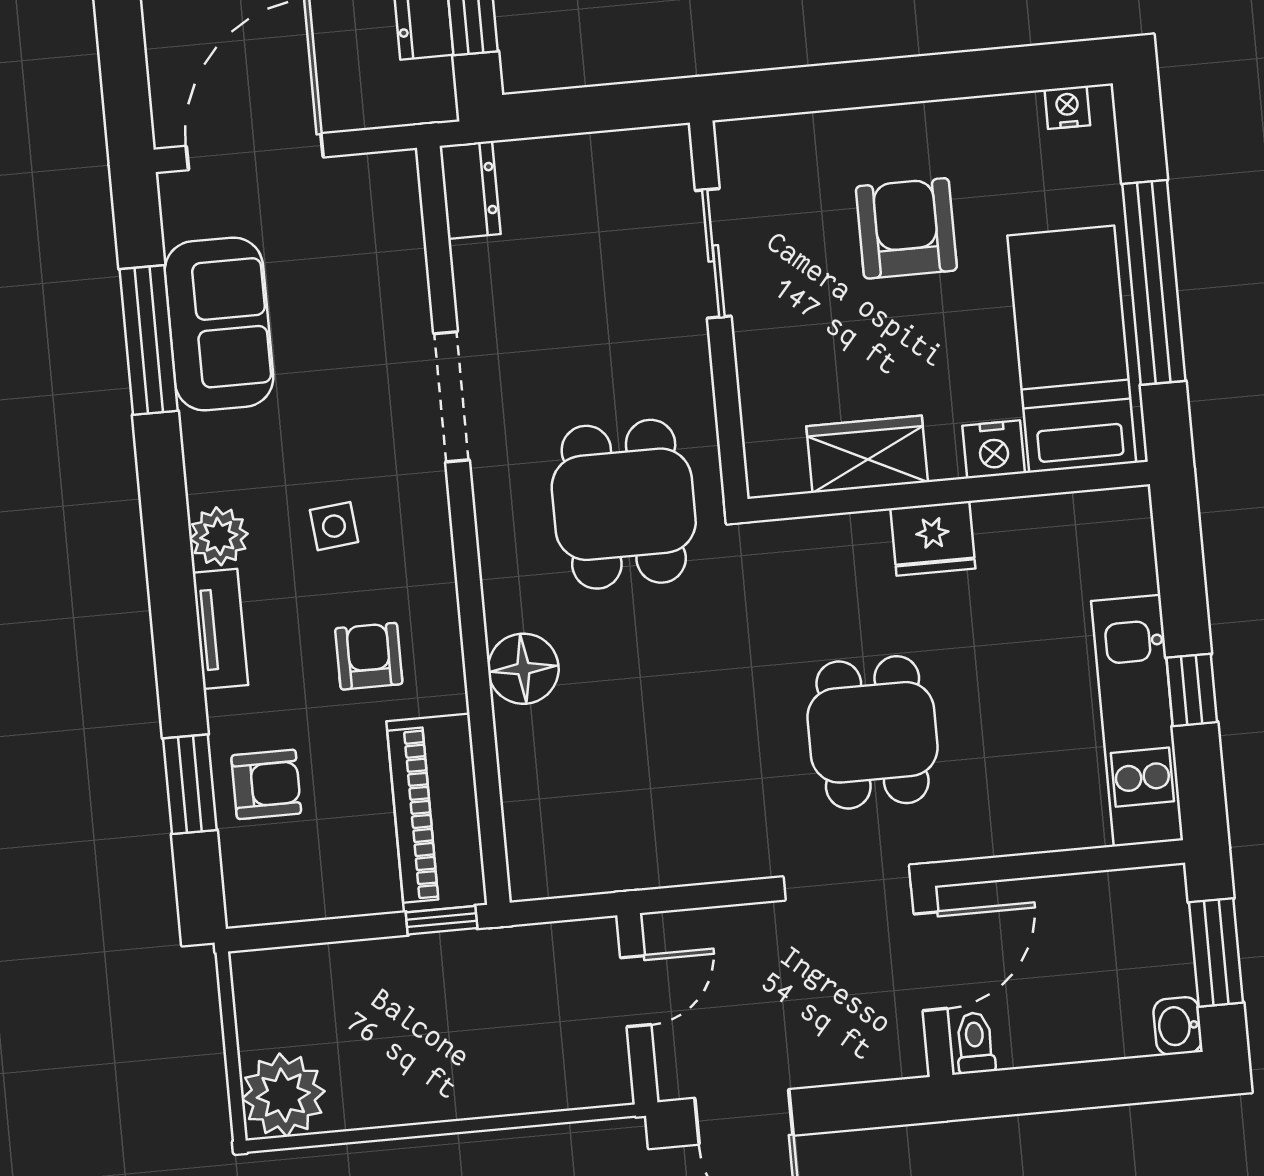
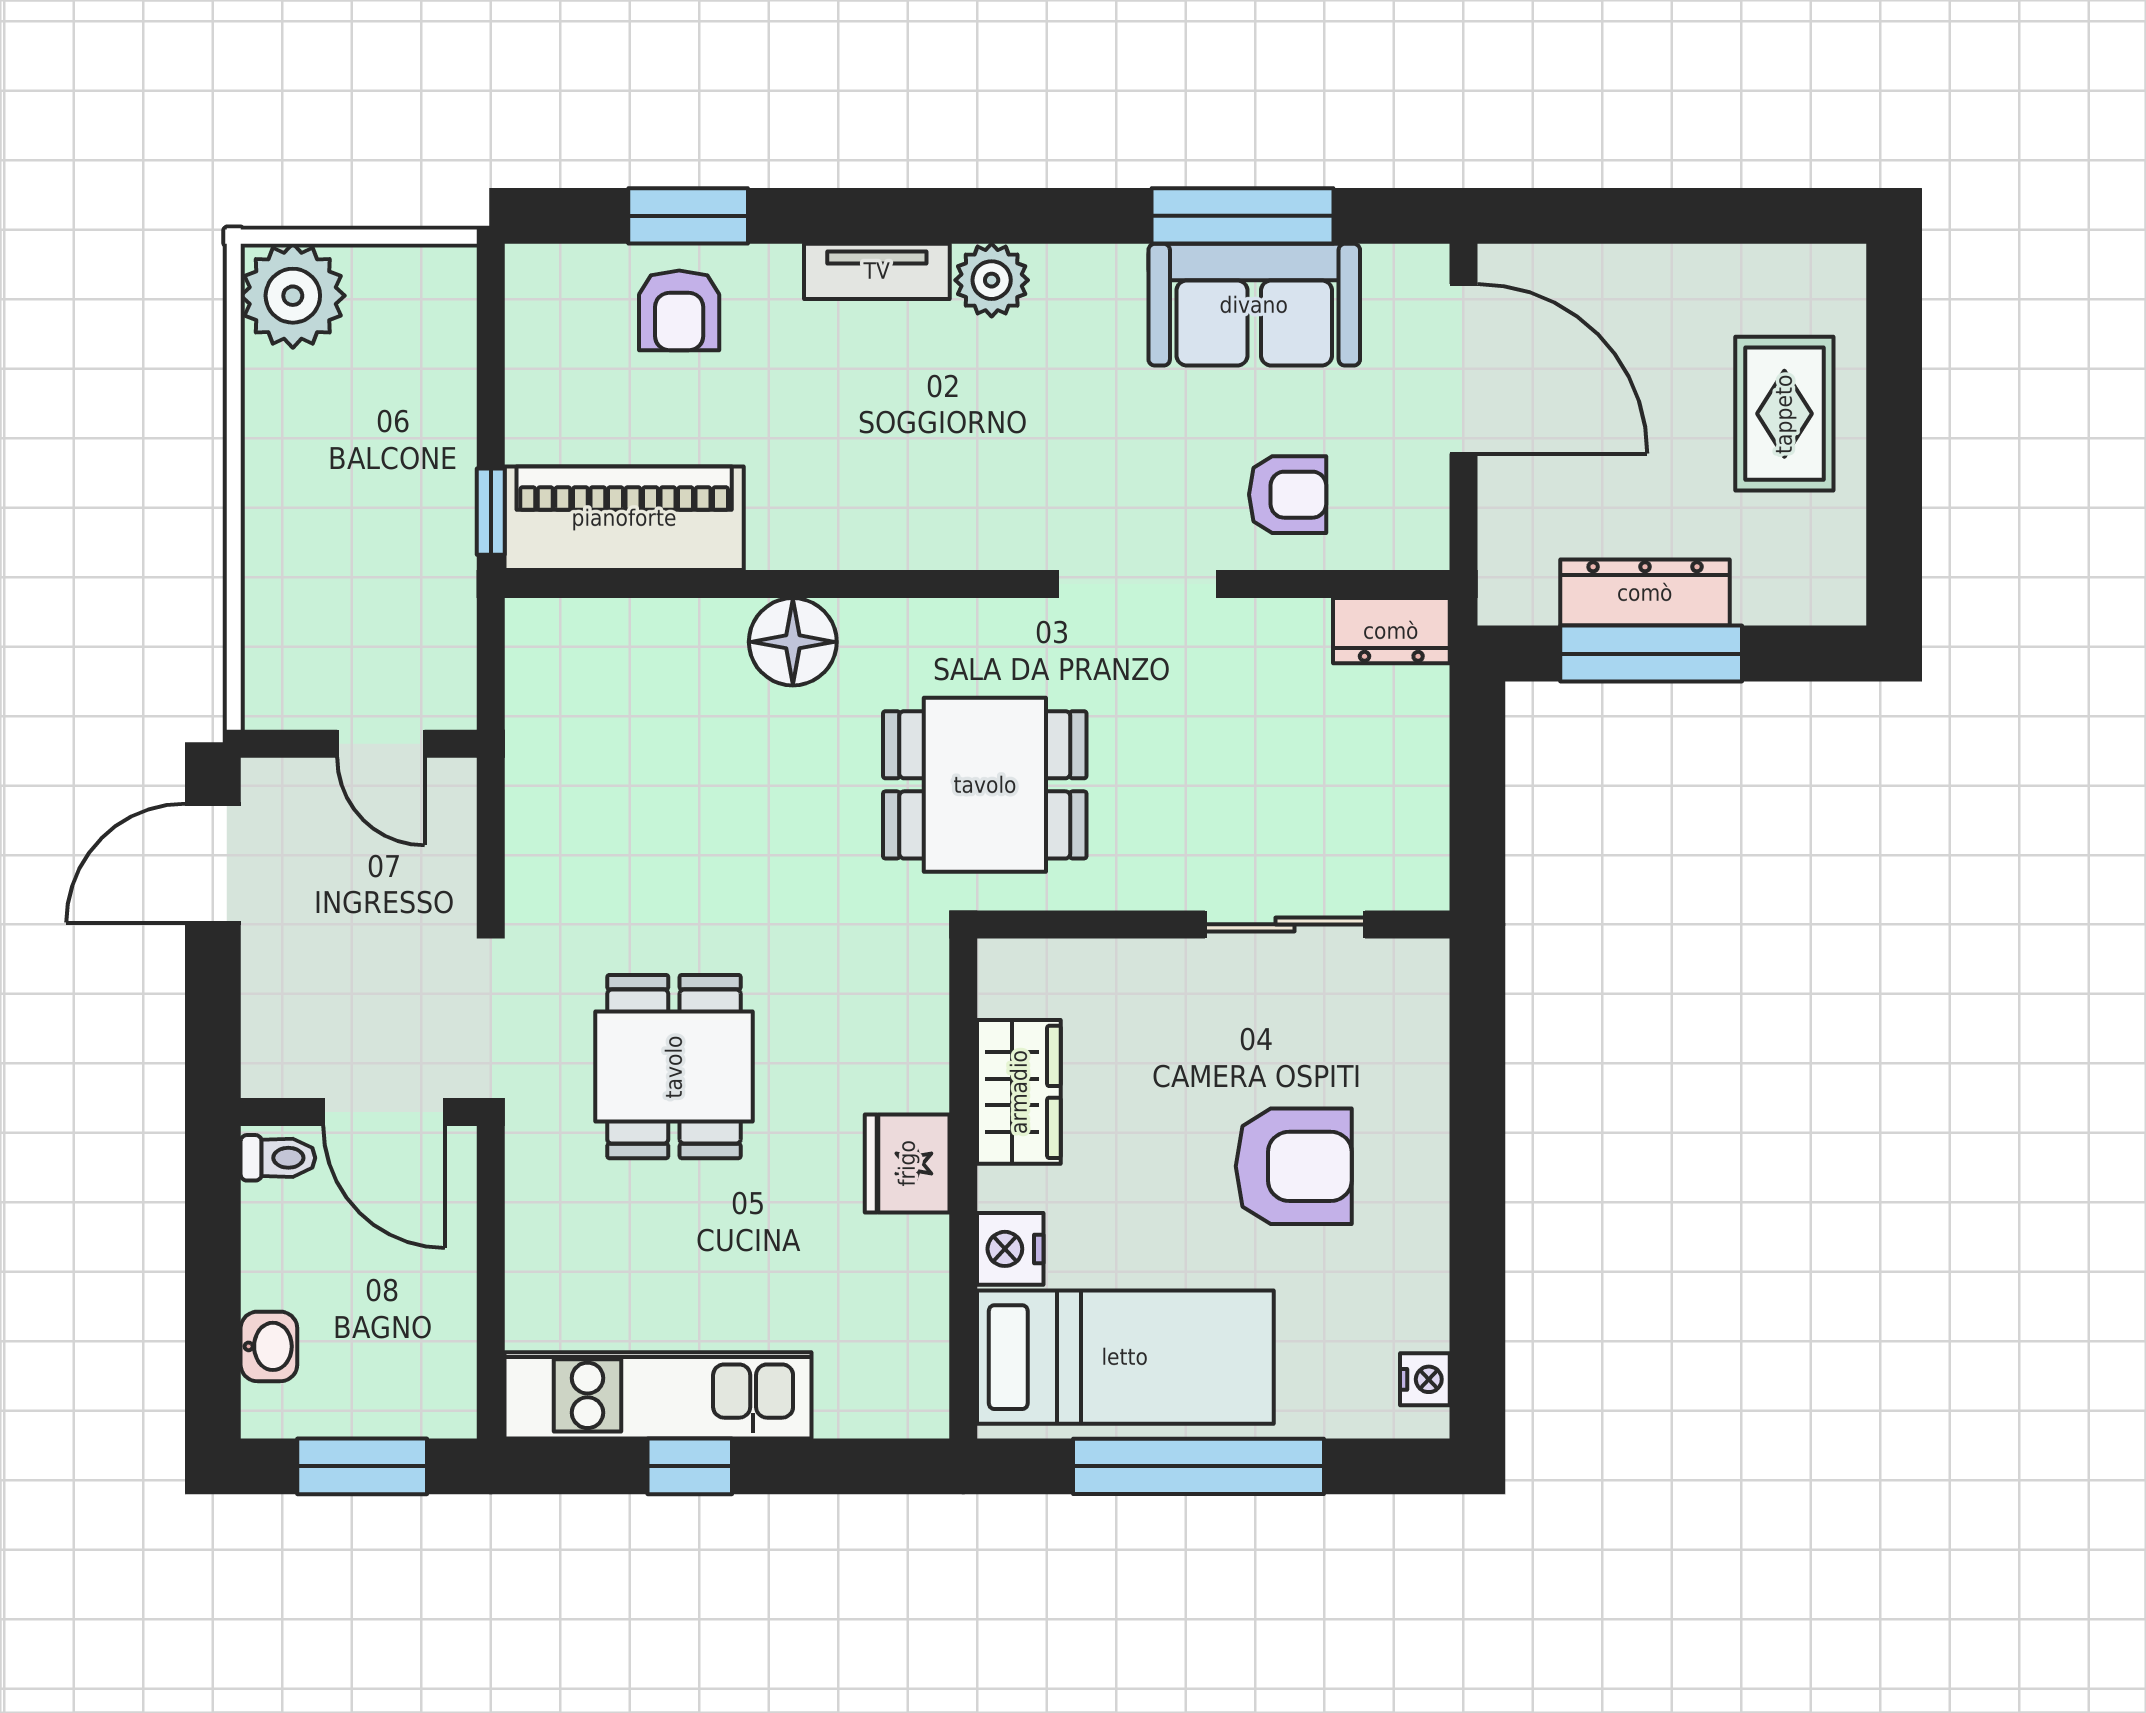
side table: (334, 526) -> (991, 424), removed
armchair: (369, 656) -> (1288, 495), moved
dining table: (873, 732) -> (674, 1067), turned 90
washbasin: (1178, 1026) -> (269, 1346), moved, turned 90

